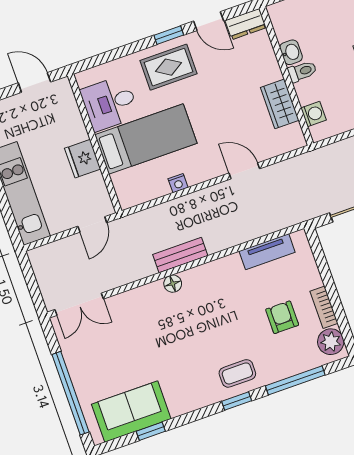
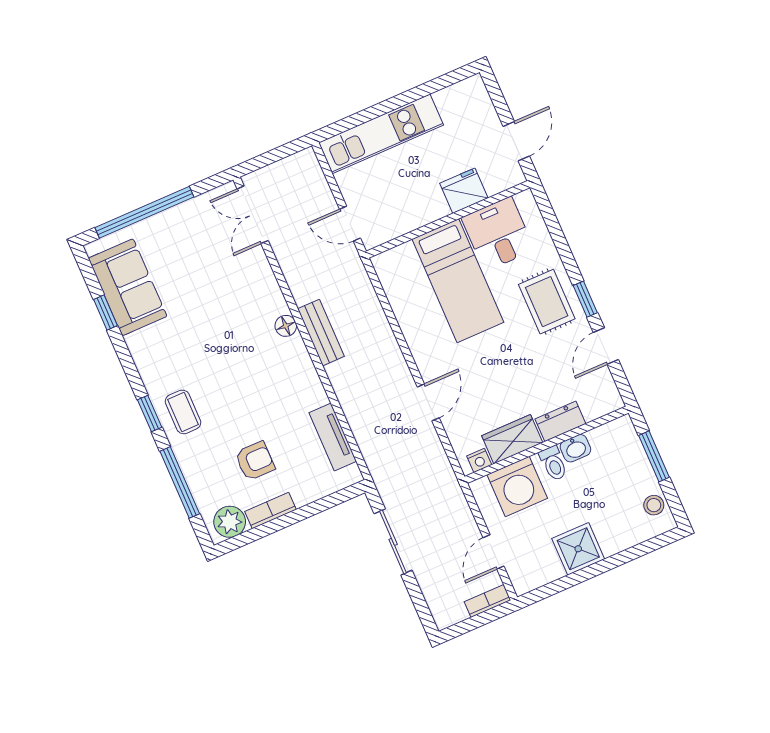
dresser: (246, 24) -> (560, 421), moved, turned 90
washing machine: (314, 114) -> (517, 486), width x1.89, depth x1.89
fridge: (83, 159) -> (464, 191), moved
nightstand: (178, 183) -> (479, 460), moved, turned -90

